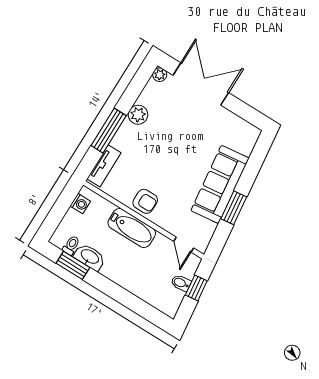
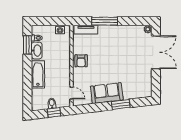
plant: (138, 115) -> (121, 31), removed
sofa: (220, 184) -> (107, 93), width x0.73
window: (234, 208) -> (121, 104), moved
bathtub: (132, 228) -> (38, 74), moved, turned 180
door: (184, 245) -> (71, 93), swing flipped

